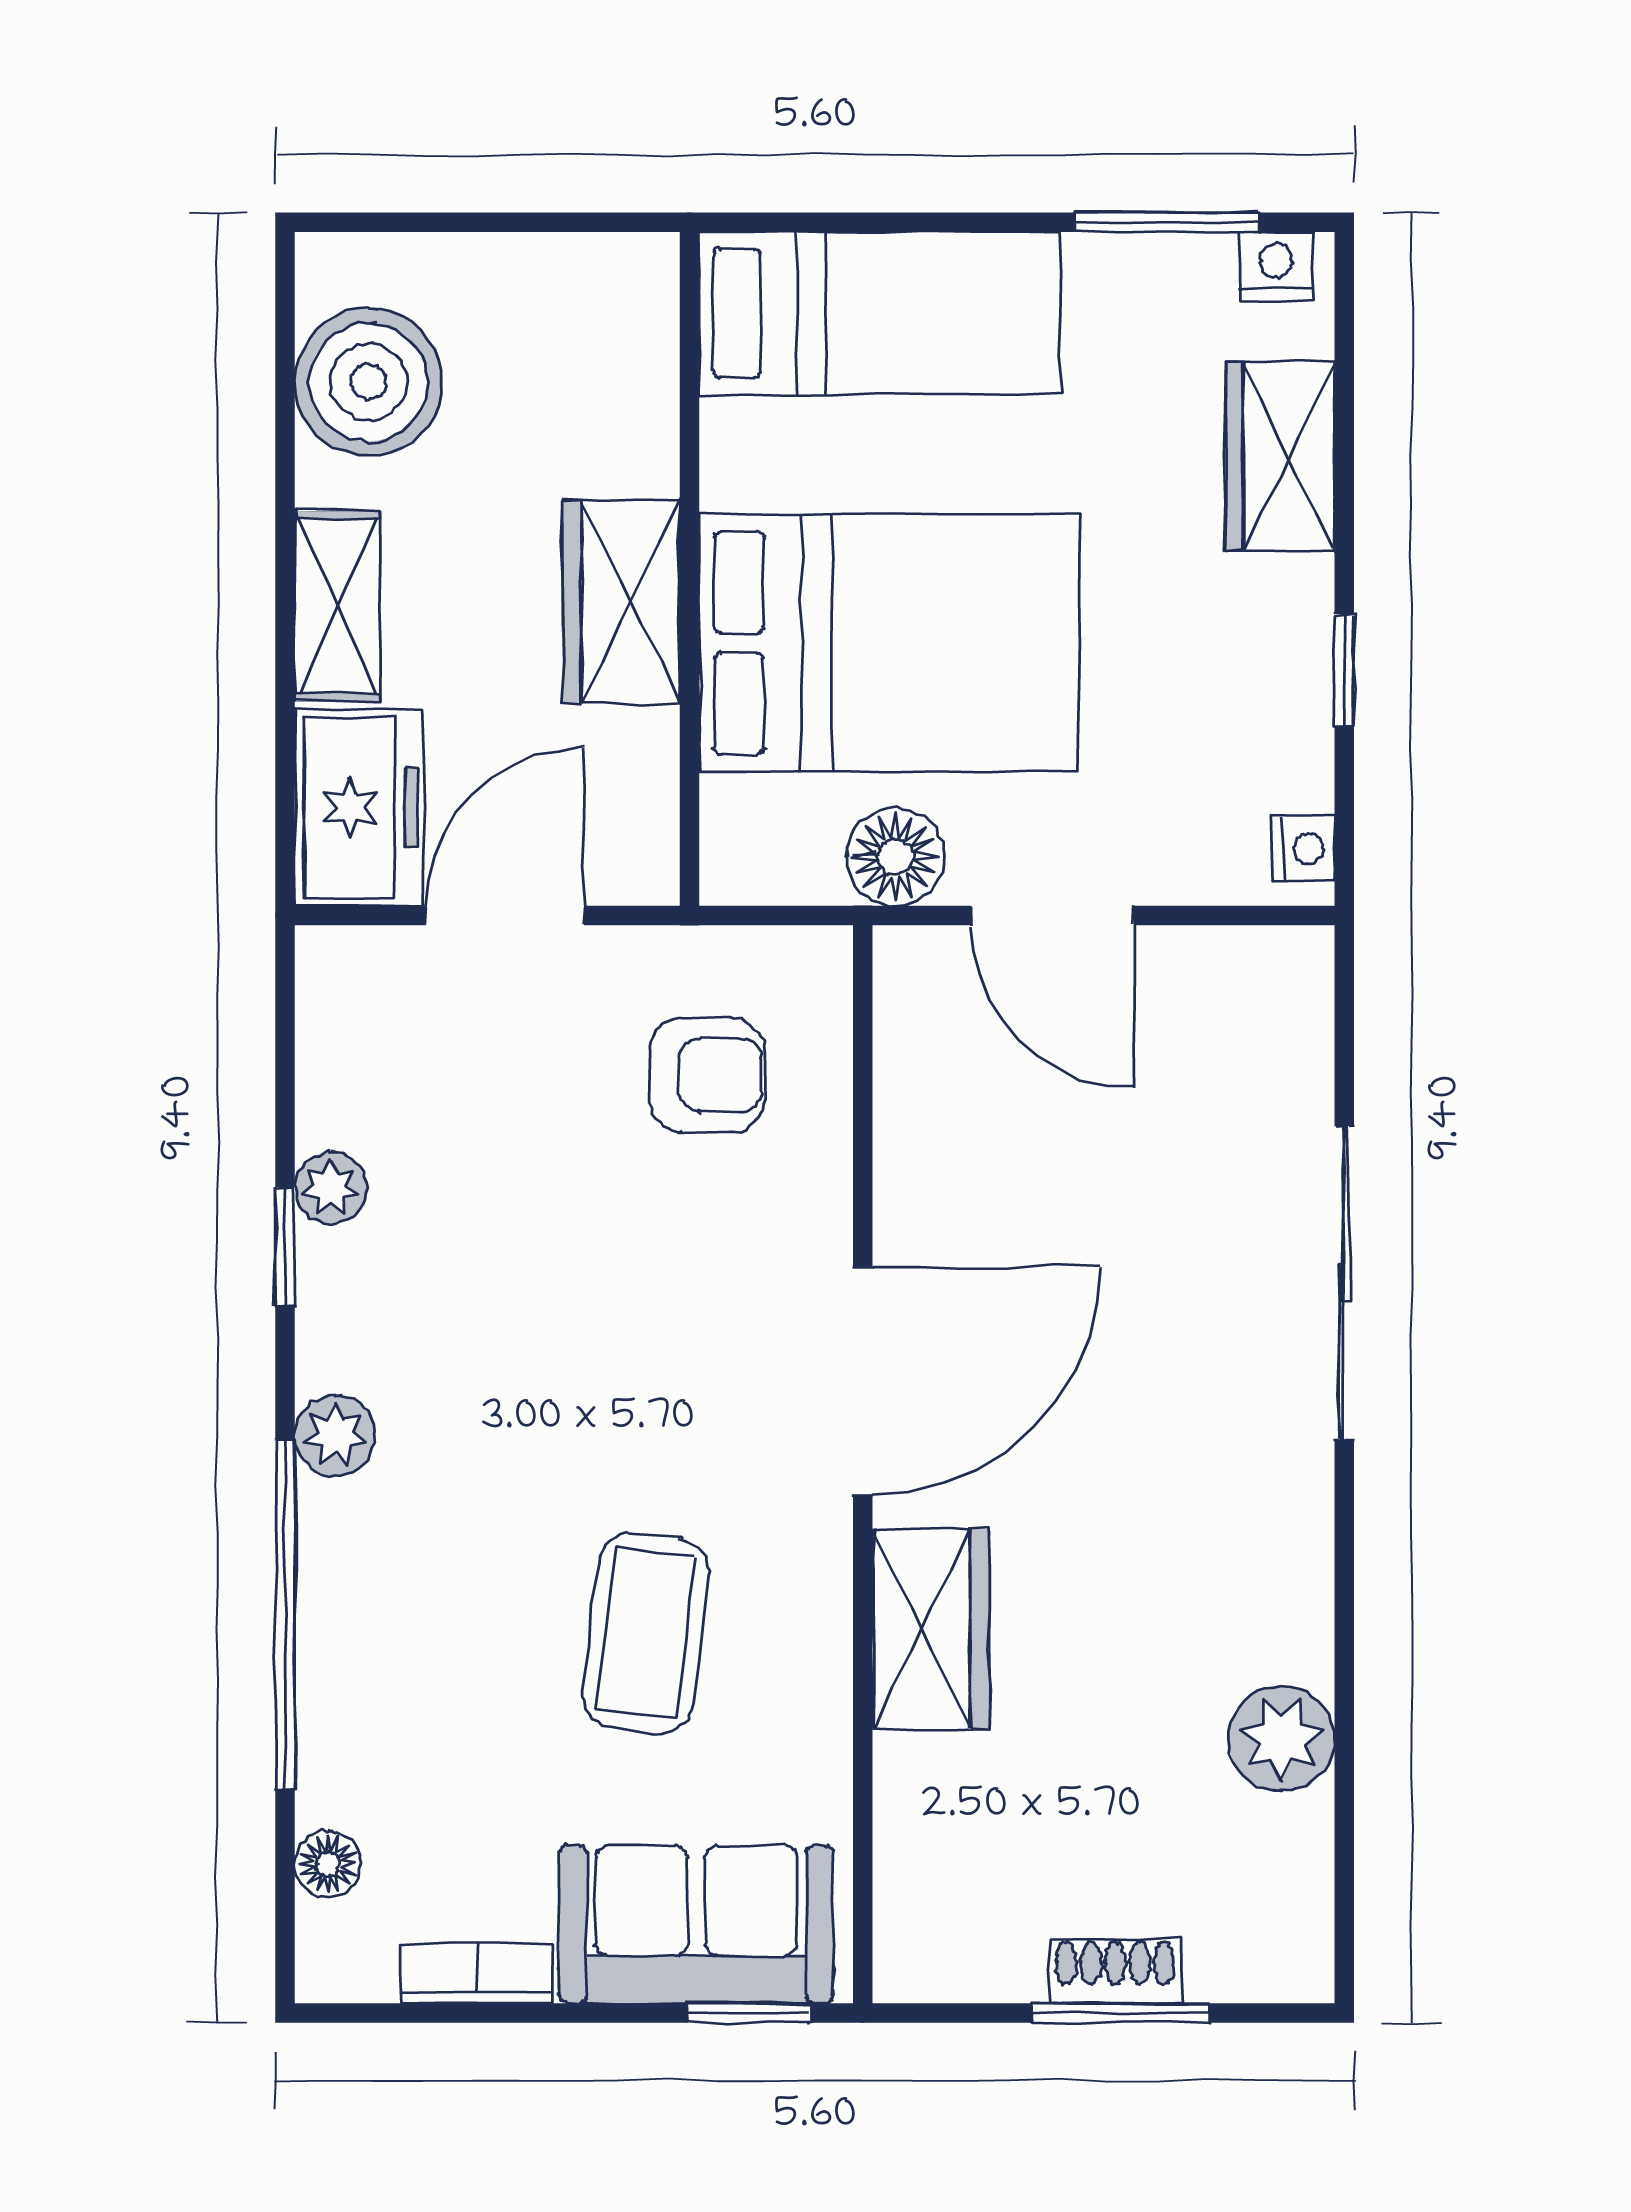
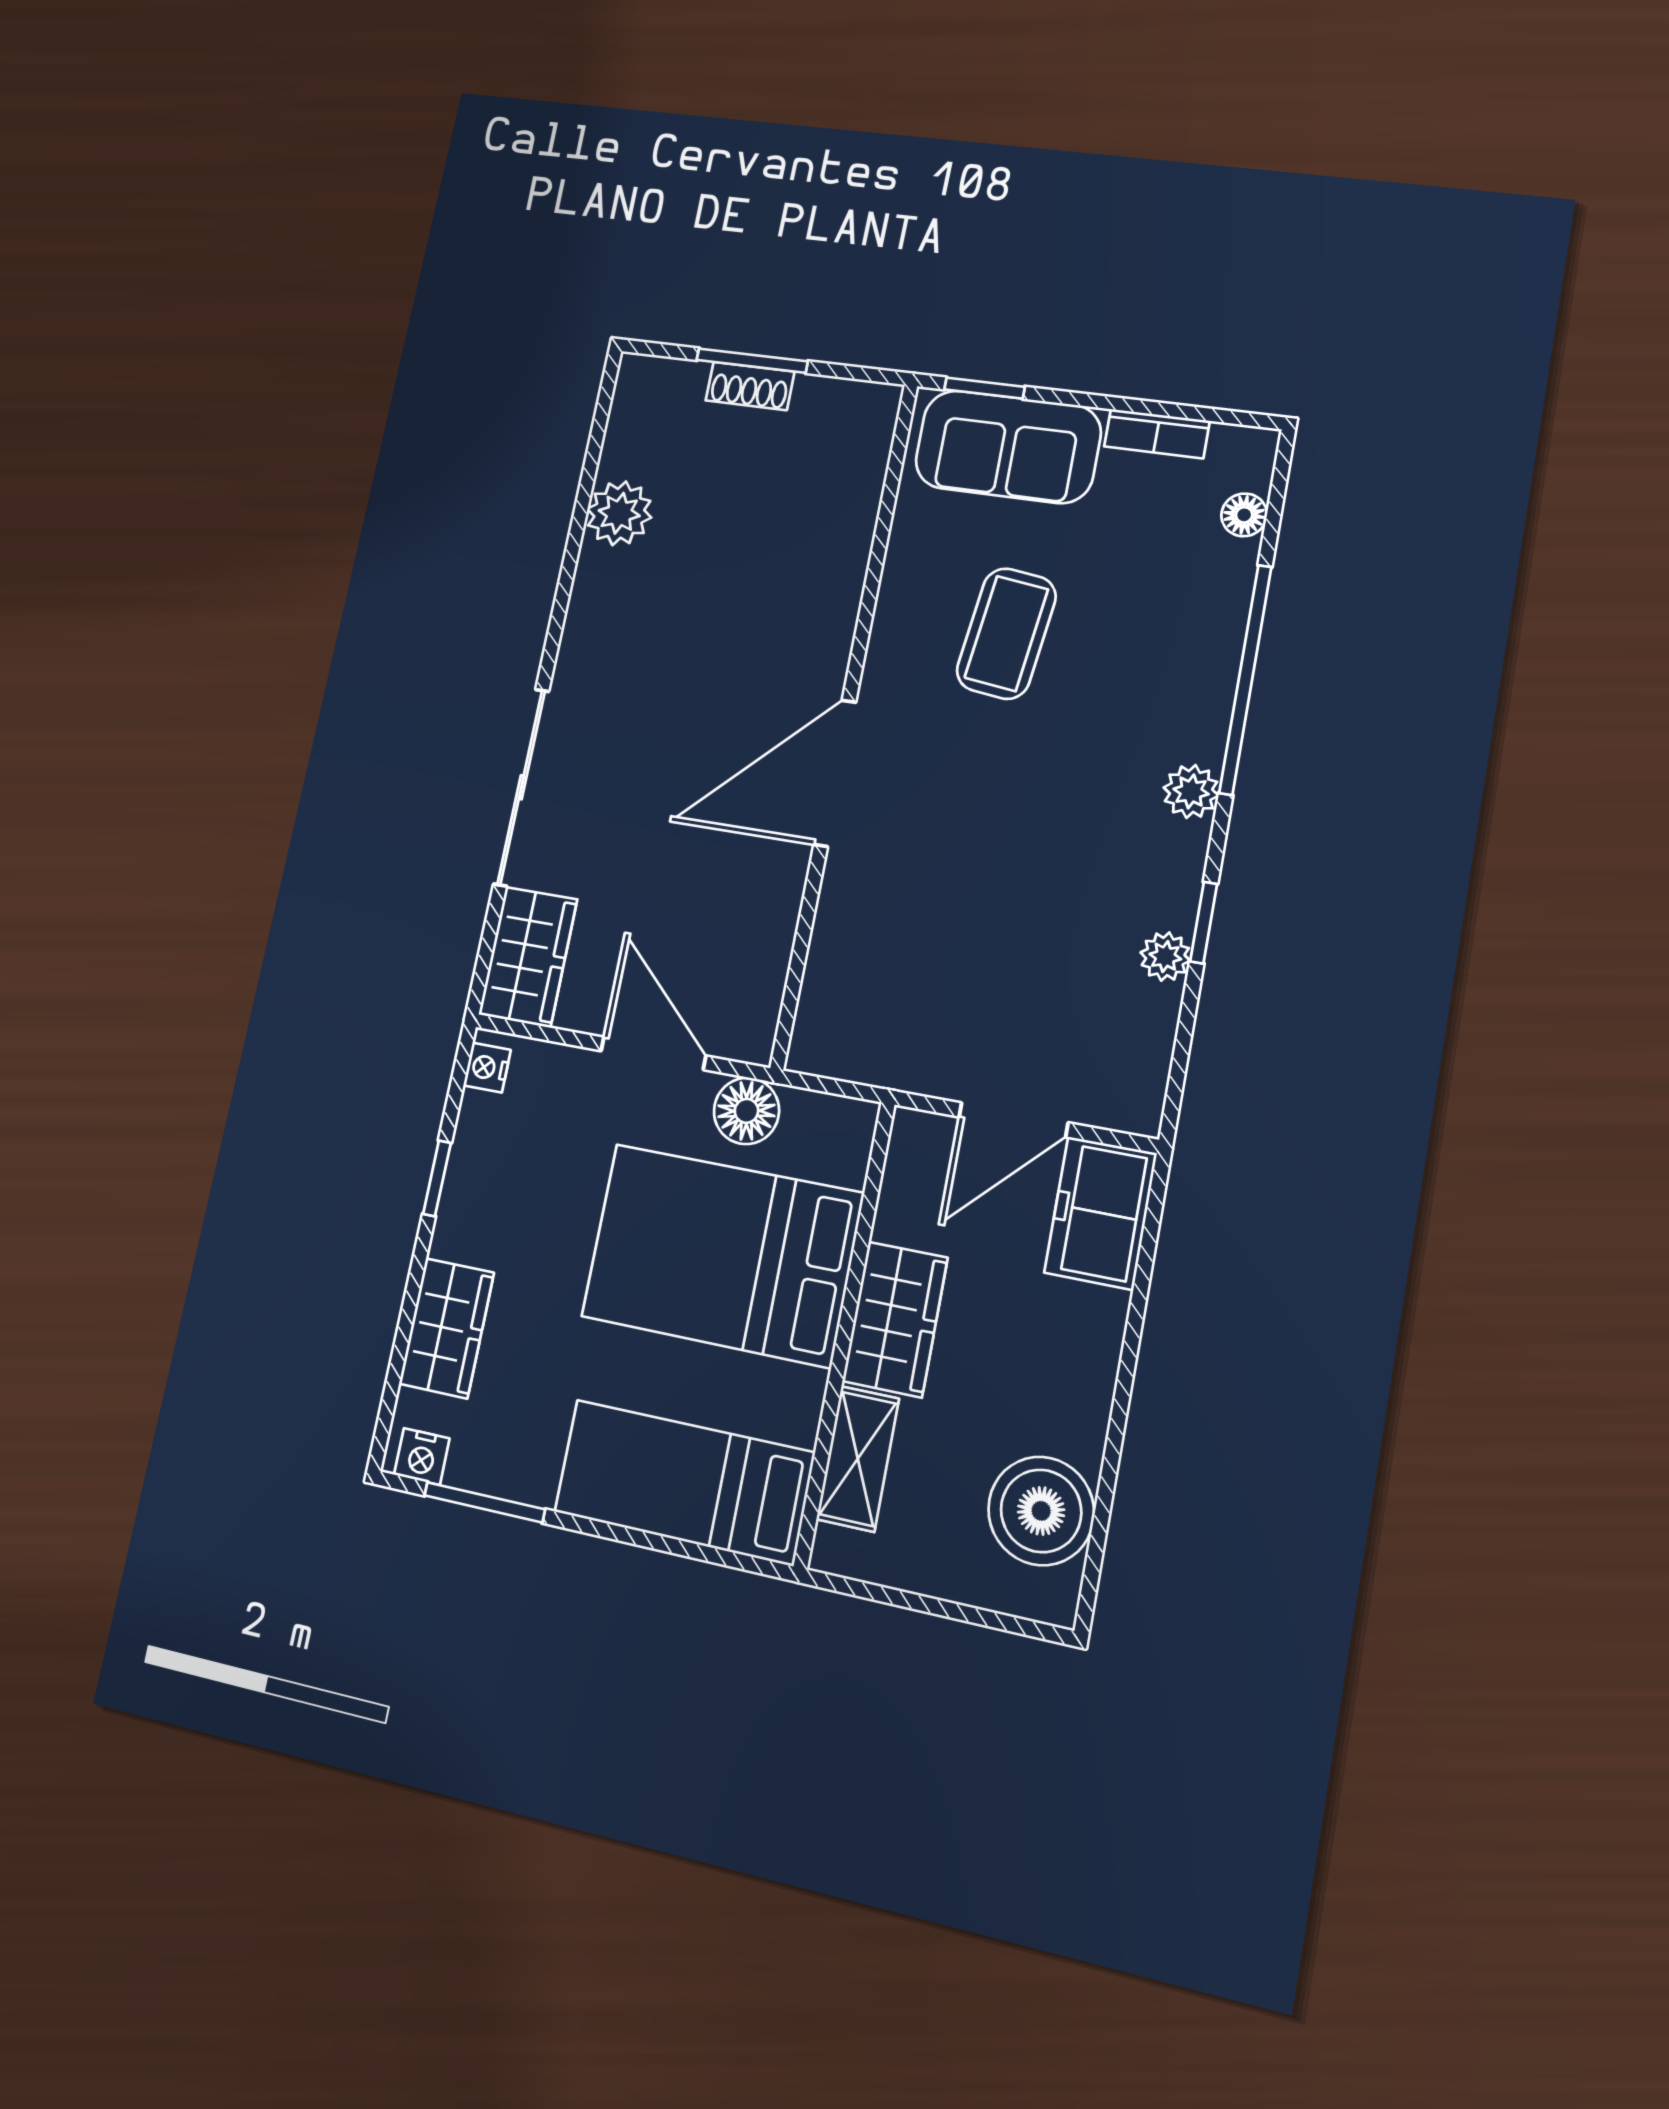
shelving: (337, 606) -> (858, 1459), moved
armchair: (707, 1075) -> (898, 989), removed
wardrobe: (930, 1629) -> (528, 957), moved, turned 180

